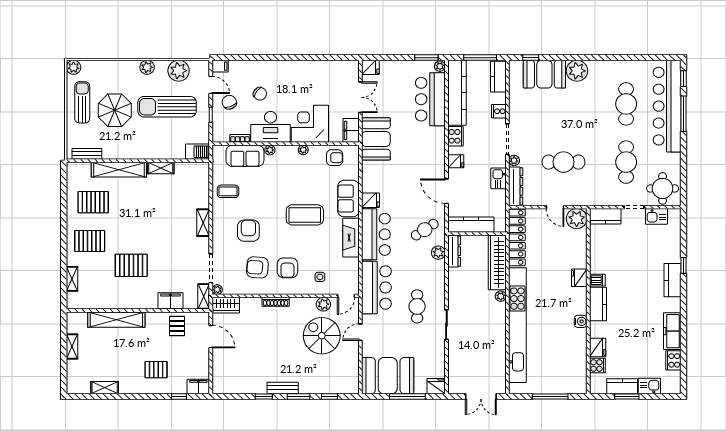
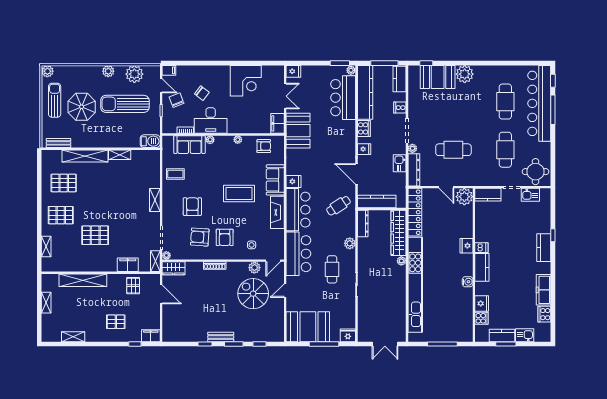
corner desk: (310, 124) -> (246, 81), moved, turned 180
plant: (438, 253) -> (350, 243), moved

